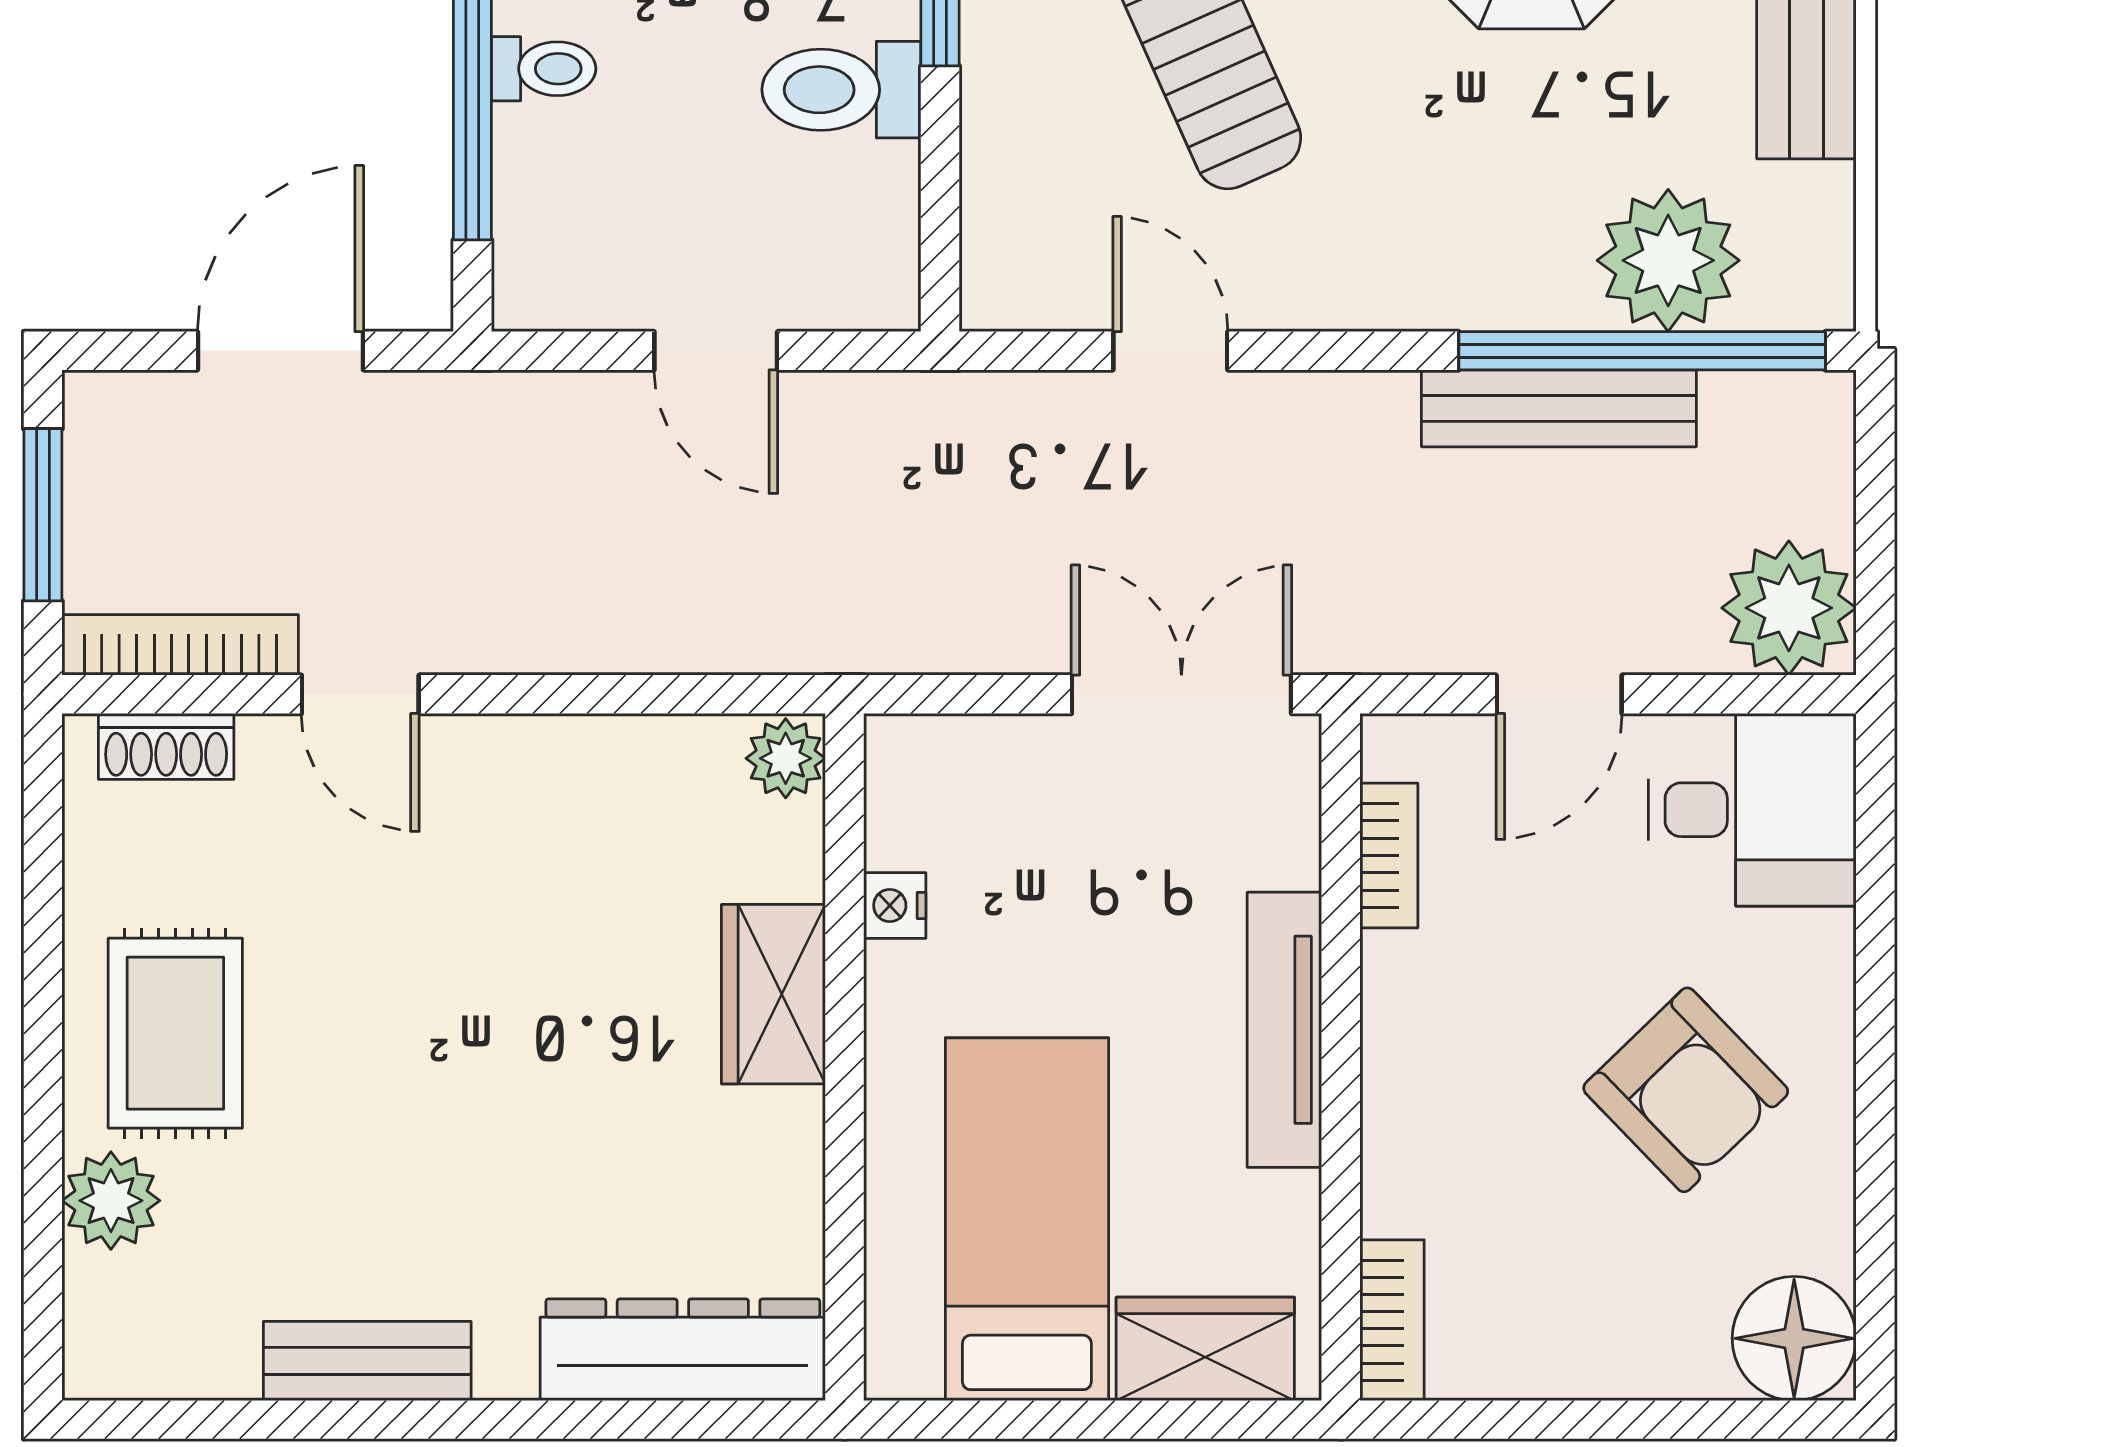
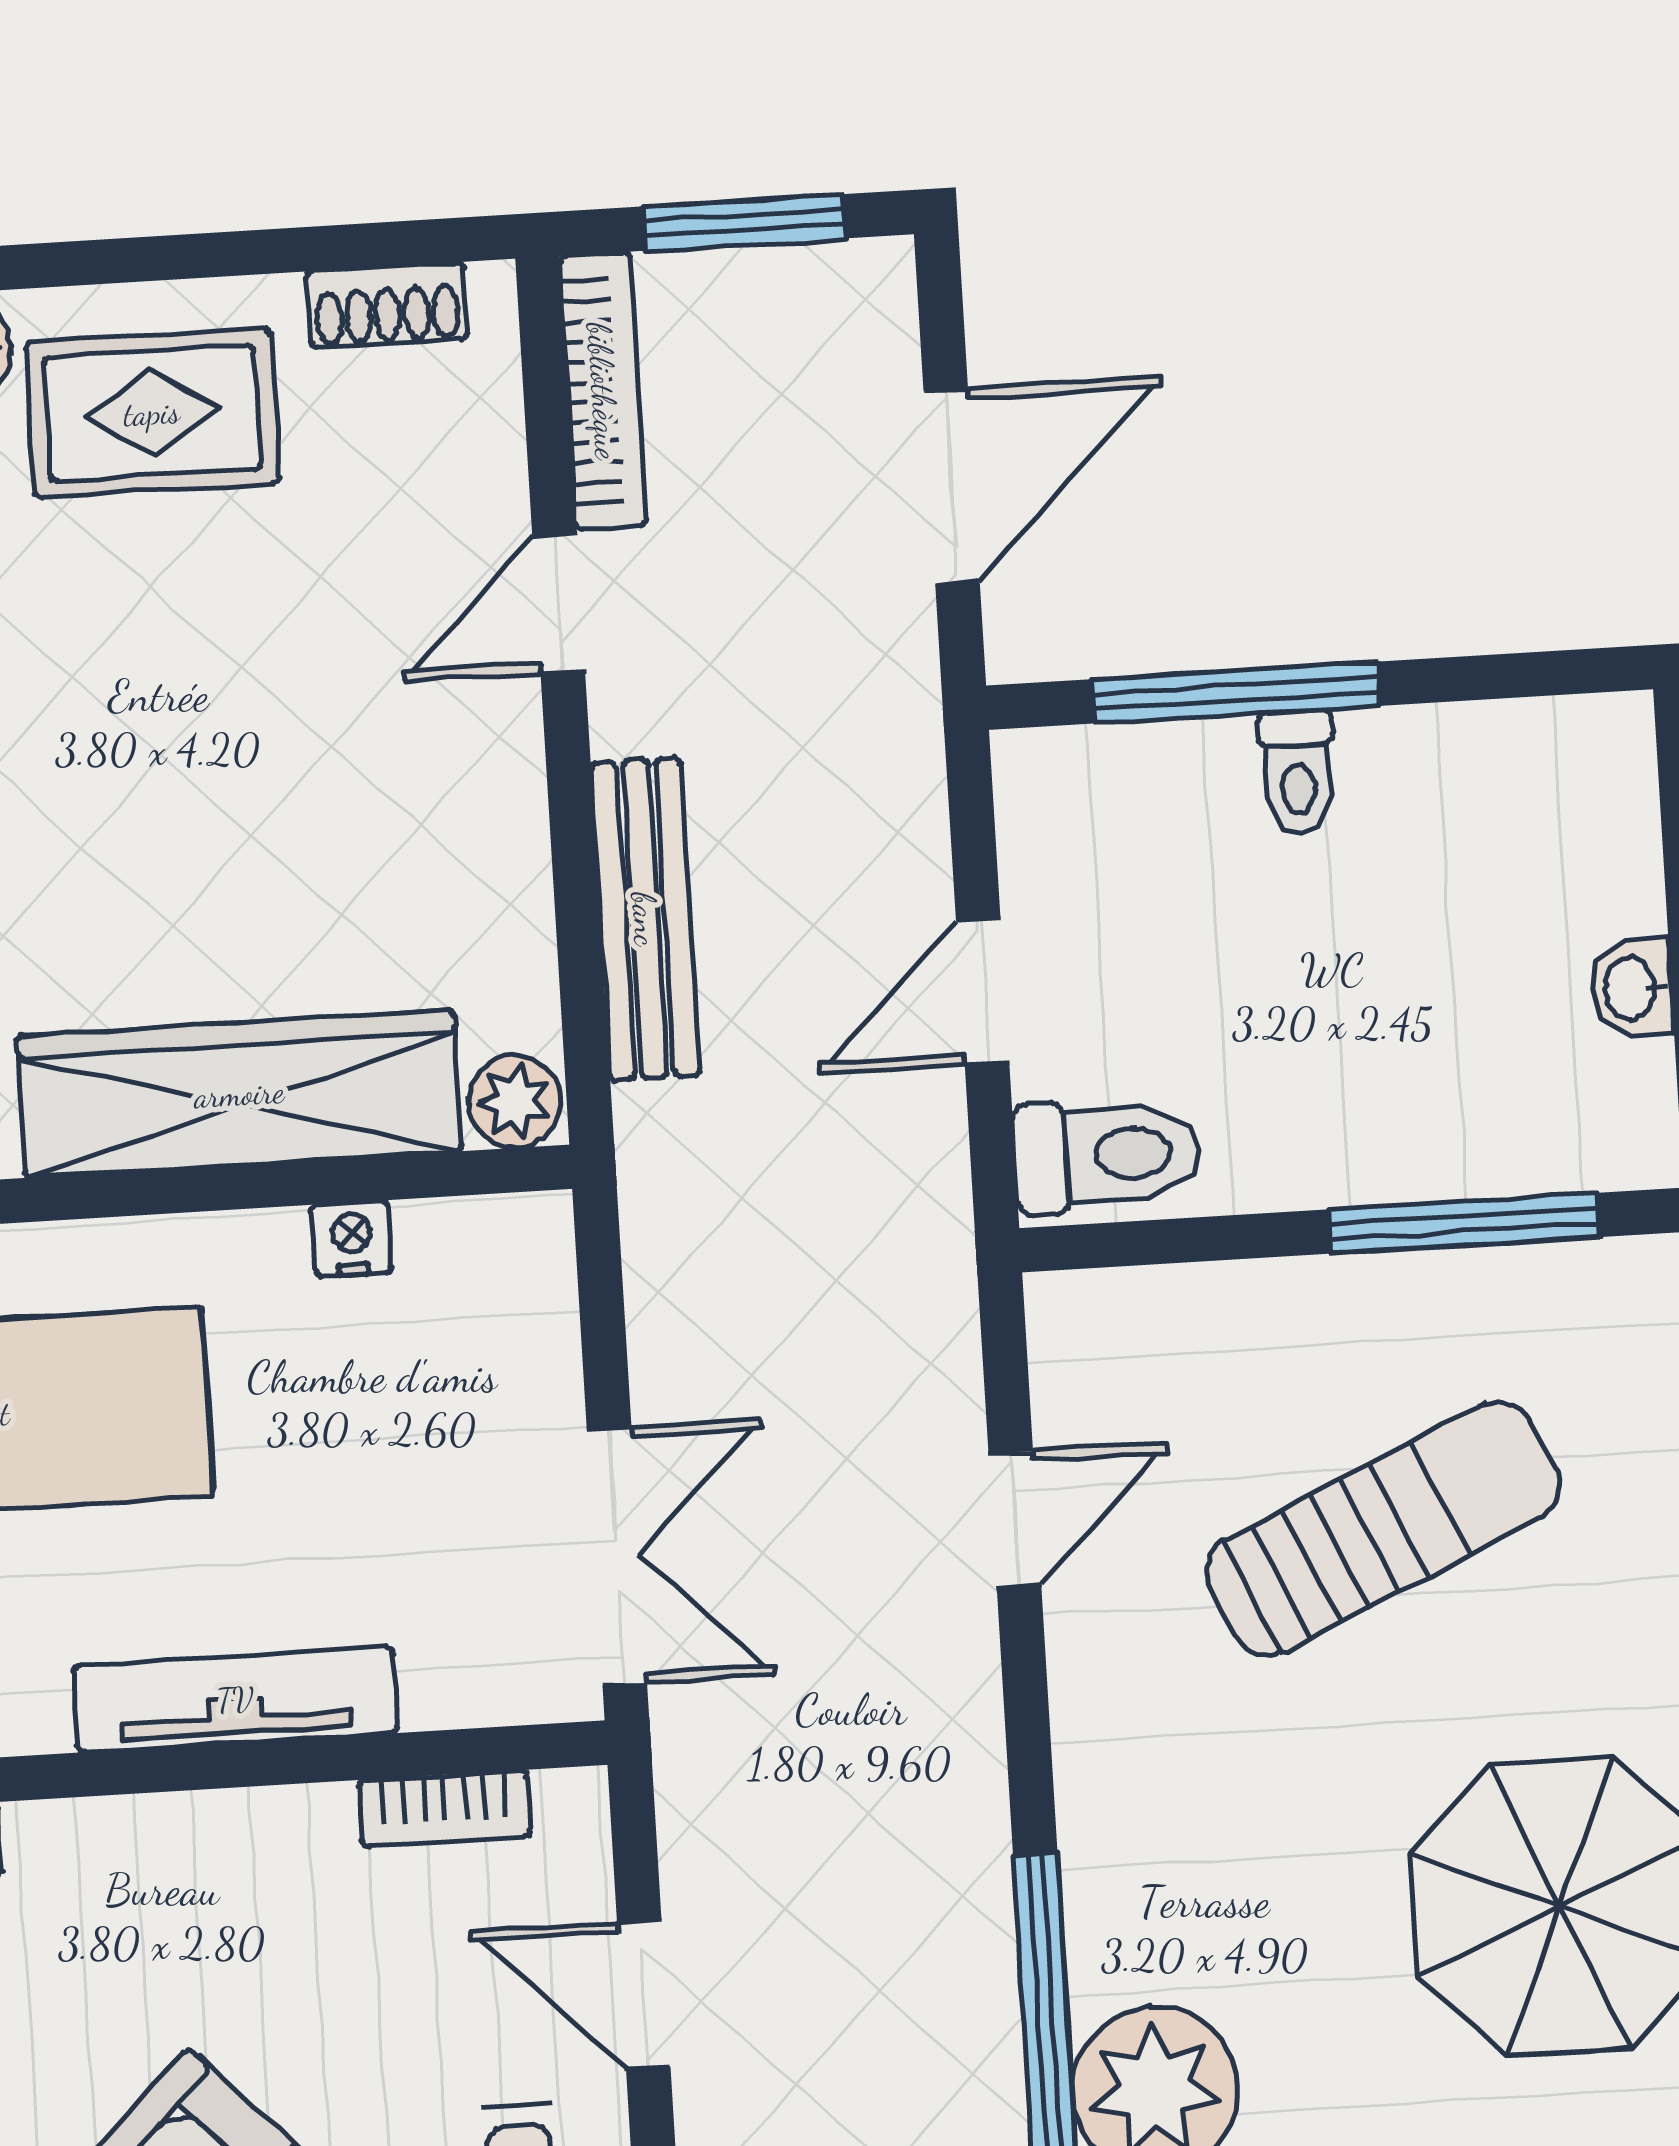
toilet: (841, 90) -> (1107, 1155), moved, turned 90
door: (280, 351) -> (952, 486), hinge flipped
bench: (1559, 408) -> (645, 919), moved
shoe rack: (166, 746) -> (387, 305), moved, turned -90
wardrobe: (773, 994) -> (239, 1094), width x2.10, depth x1.17

